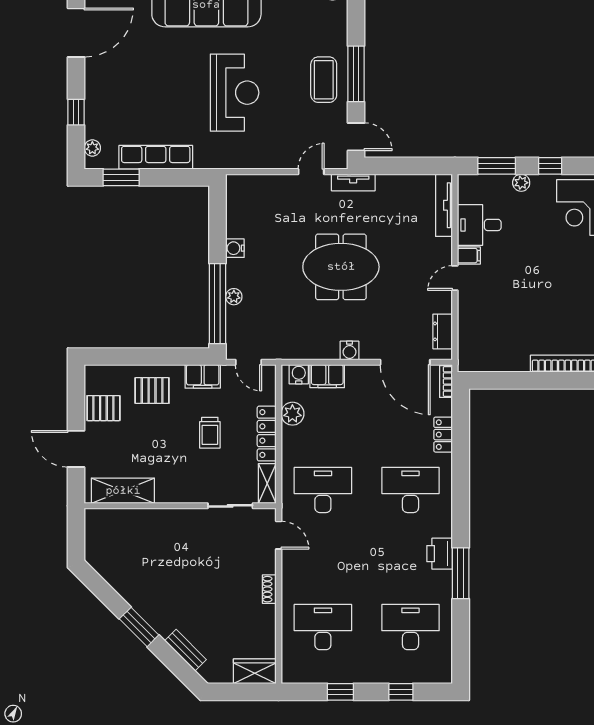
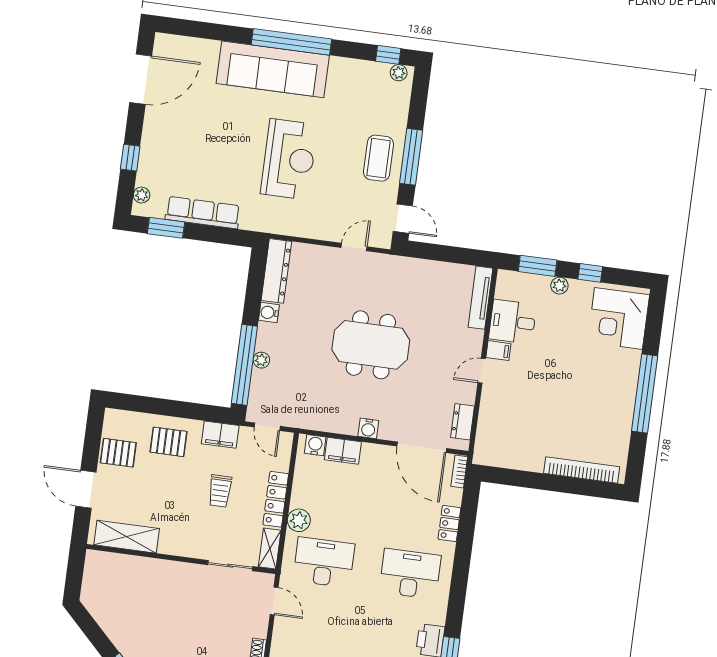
tv unit: (353, 182) -> (394, 263), removed
dresser: (237, 206) -> (276, 271), added
plant: (292, 414) -> (299, 520), moved

